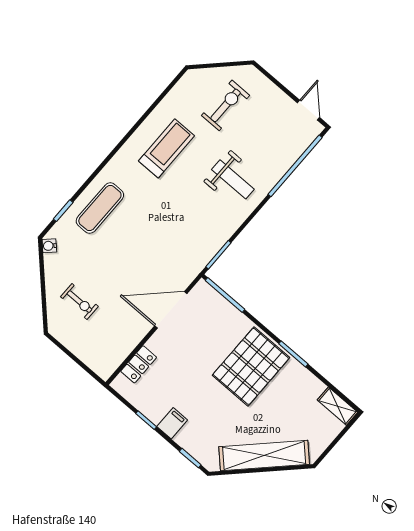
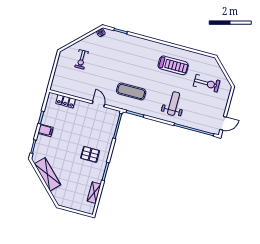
weight bench: (233, 179) -> (174, 104), turned 180
exercise mat: (100, 208) -> (131, 91), moved
door: (171, 310) -> (98, 104), width x0.53
pallet: (251, 366) -> (90, 154), width x0.49, depth x0.50
shelving: (337, 406) -> (94, 193), moved
shelving: (264, 456) -> (48, 174), width x0.68

